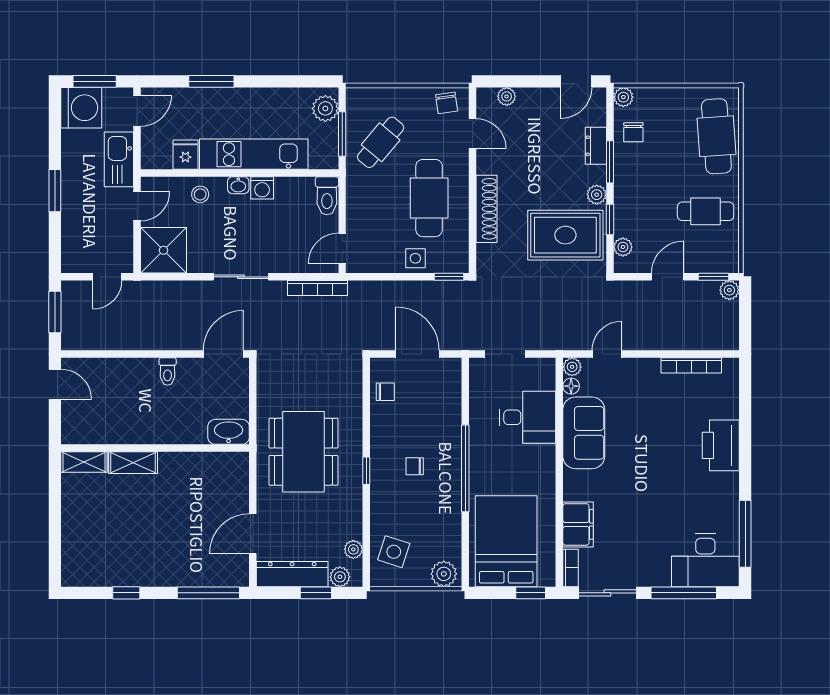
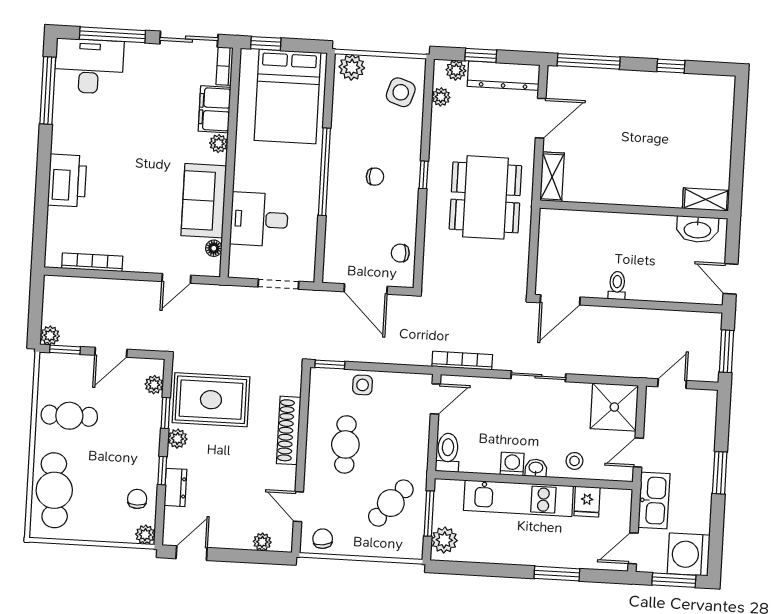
window: (610, 162) -> (162, 471), width x0.67
cafe table: (429, 198) -> (345, 444), width x0.73, depth x0.74
plant: (572, 367) -> (219, 143), moved
washbasin: (229, 432) -> (697, 229), moved
shelving: (133, 463) -> (552, 177), moved, turned 90

